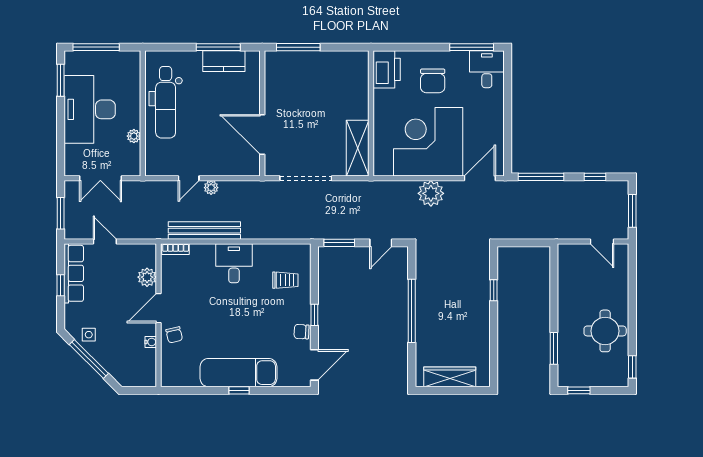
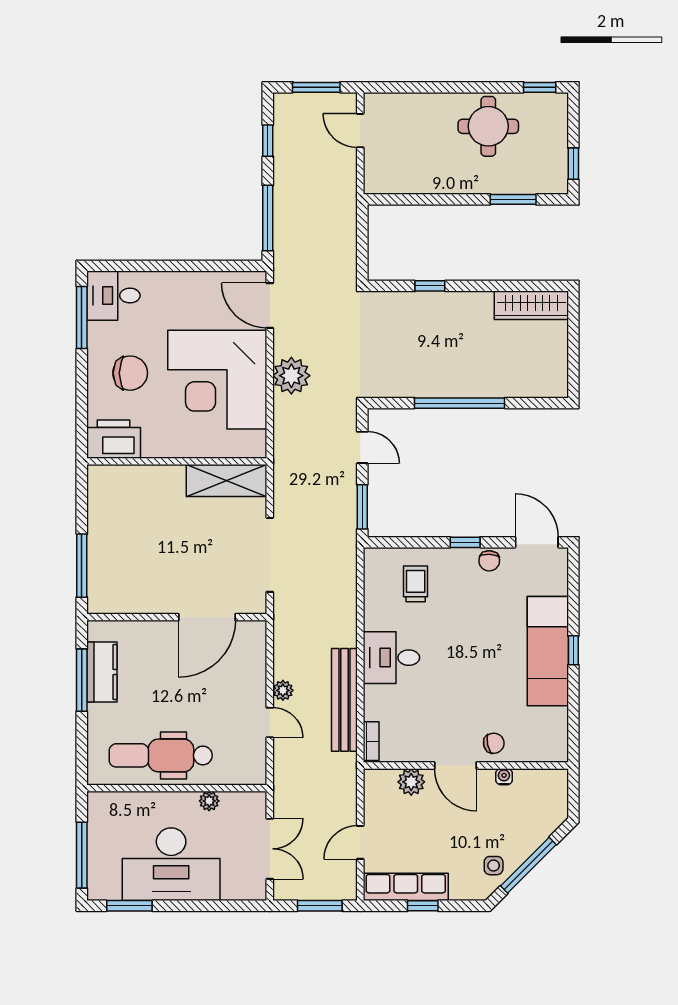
dental chair: (166, 102) -> (161, 755), turned 180
door: (602, 242) -> (360, 131), swing flipped
wardrobe: (450, 377) -> (531, 305), moved, turned -90

